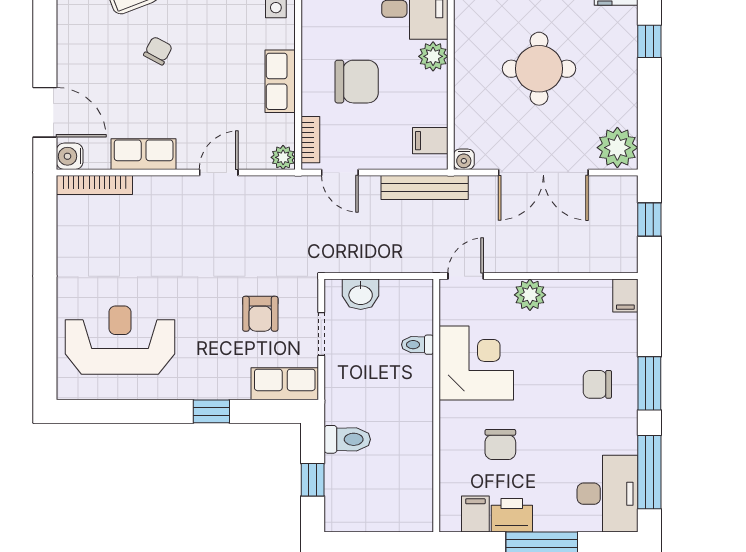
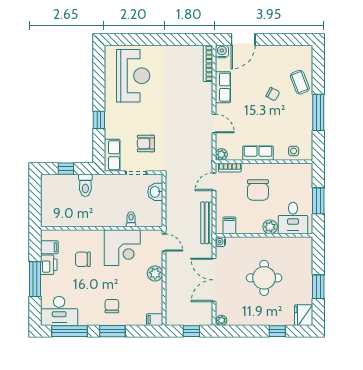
plant: (617, 148) -> (222, 320), width x0.53, depth x0.53

